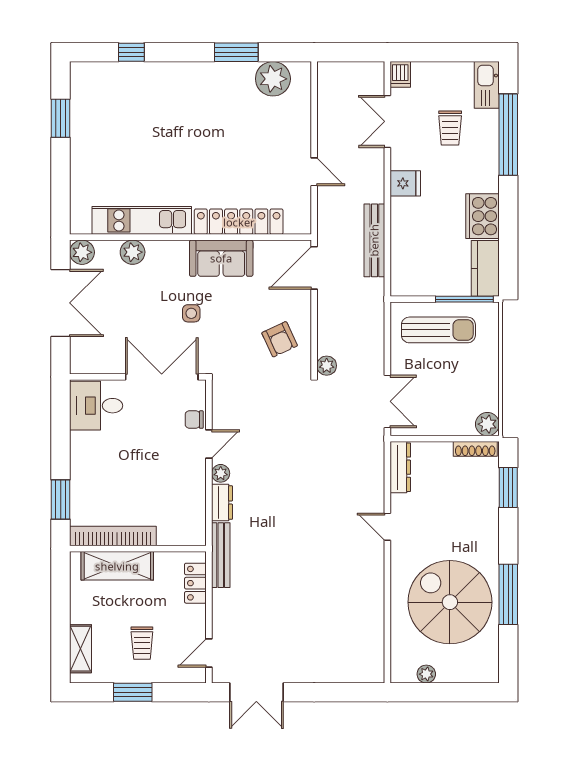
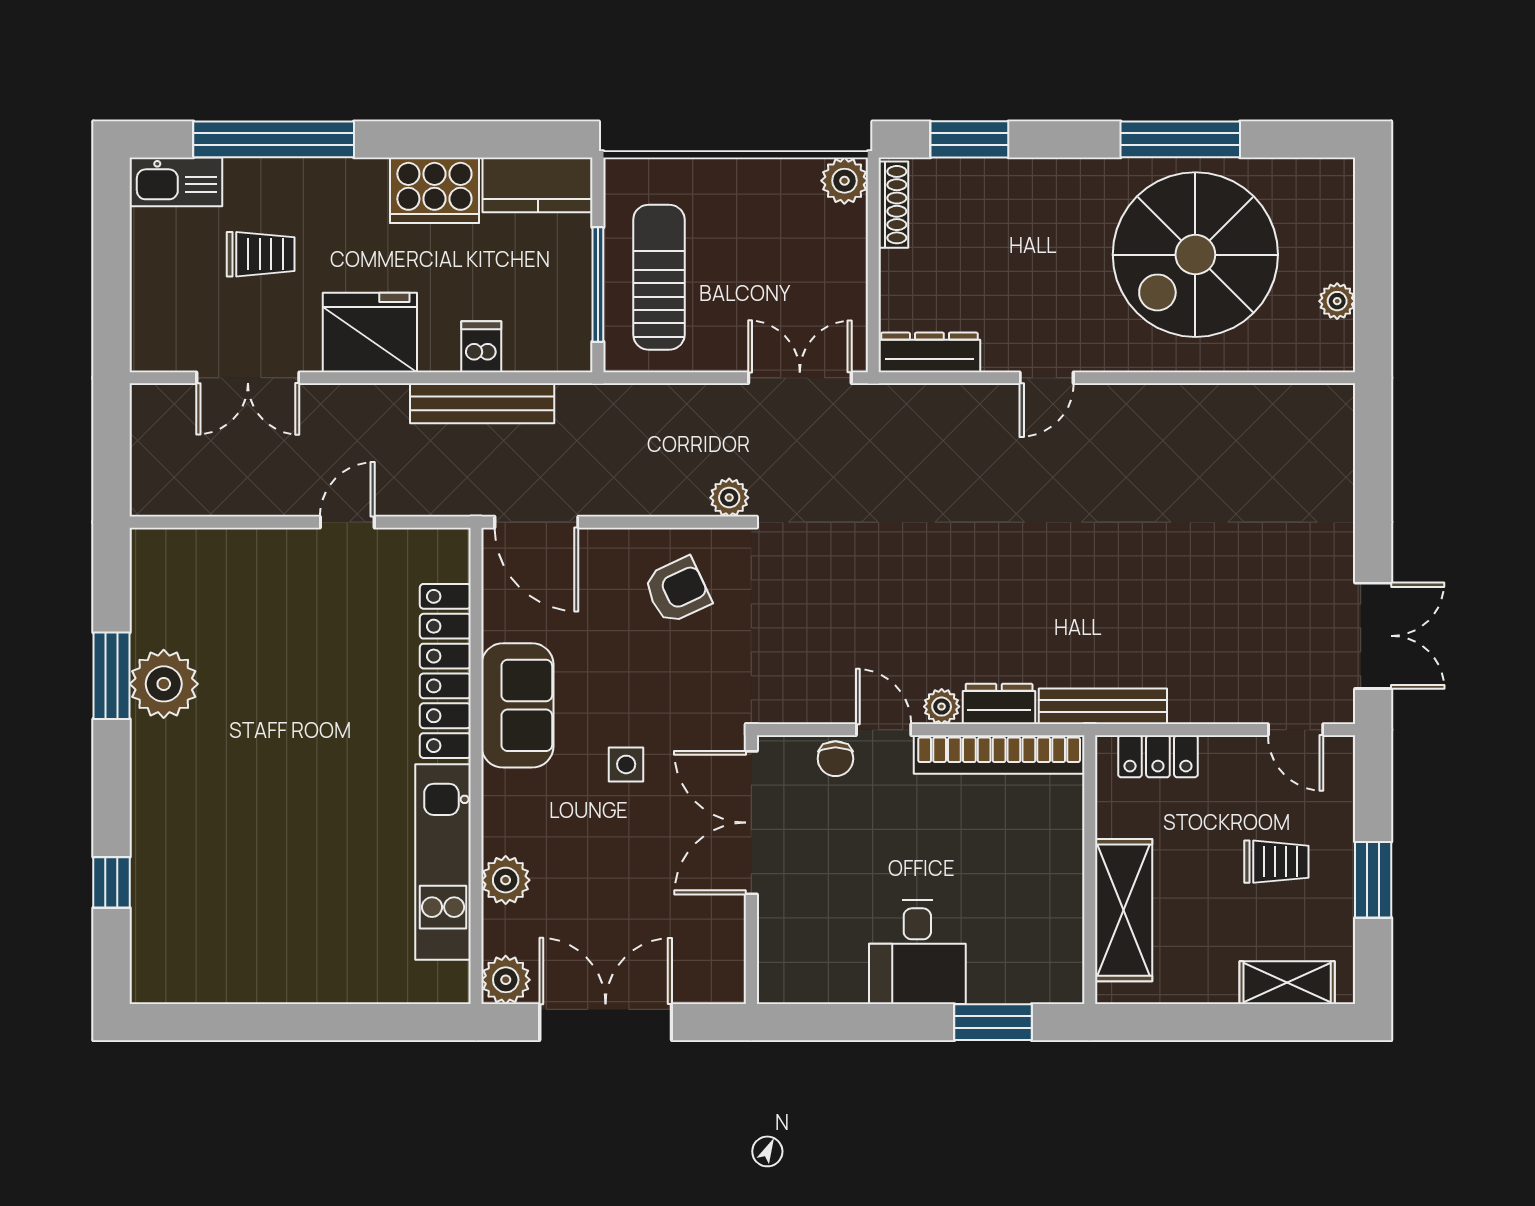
dishwasher: (400, 74) -> (481, 347), moved, turned -90
plant: (273, 79) -> (164, 684), moved
window: (61, 118) -> (242, 1022), removed
fridge: (405, 183) -> (370, 332), width x1.88, depth x1.34
window: (464, 299) -> (598, 285), moved
desk: (96, 406) -> (917, 952), moved
bookcase: (113, 536) -> (999, 754), moved, turned -90

